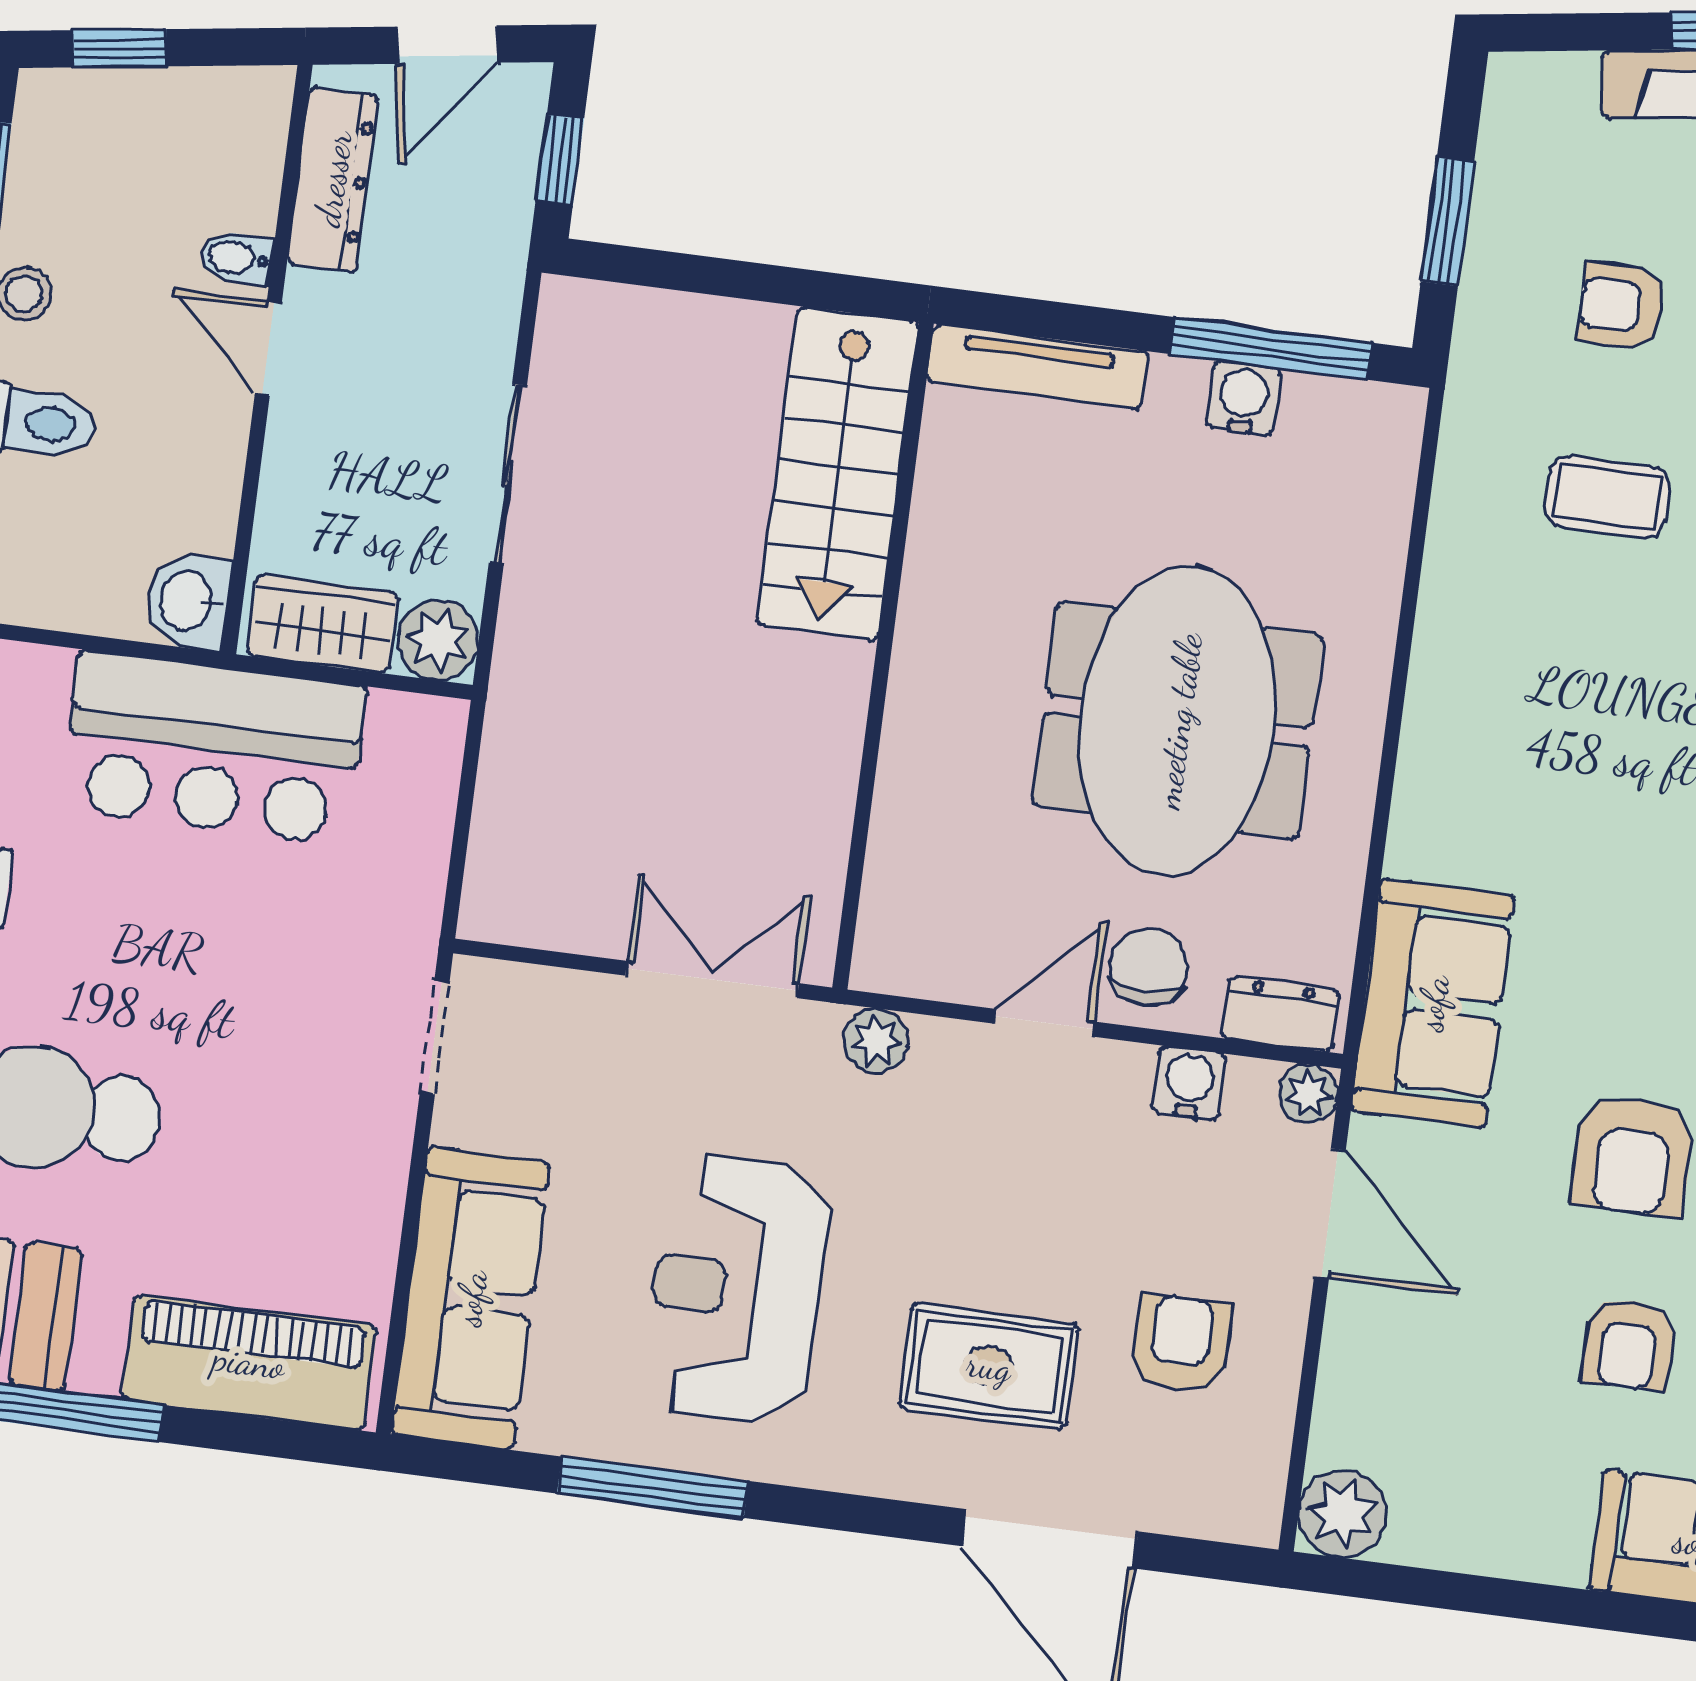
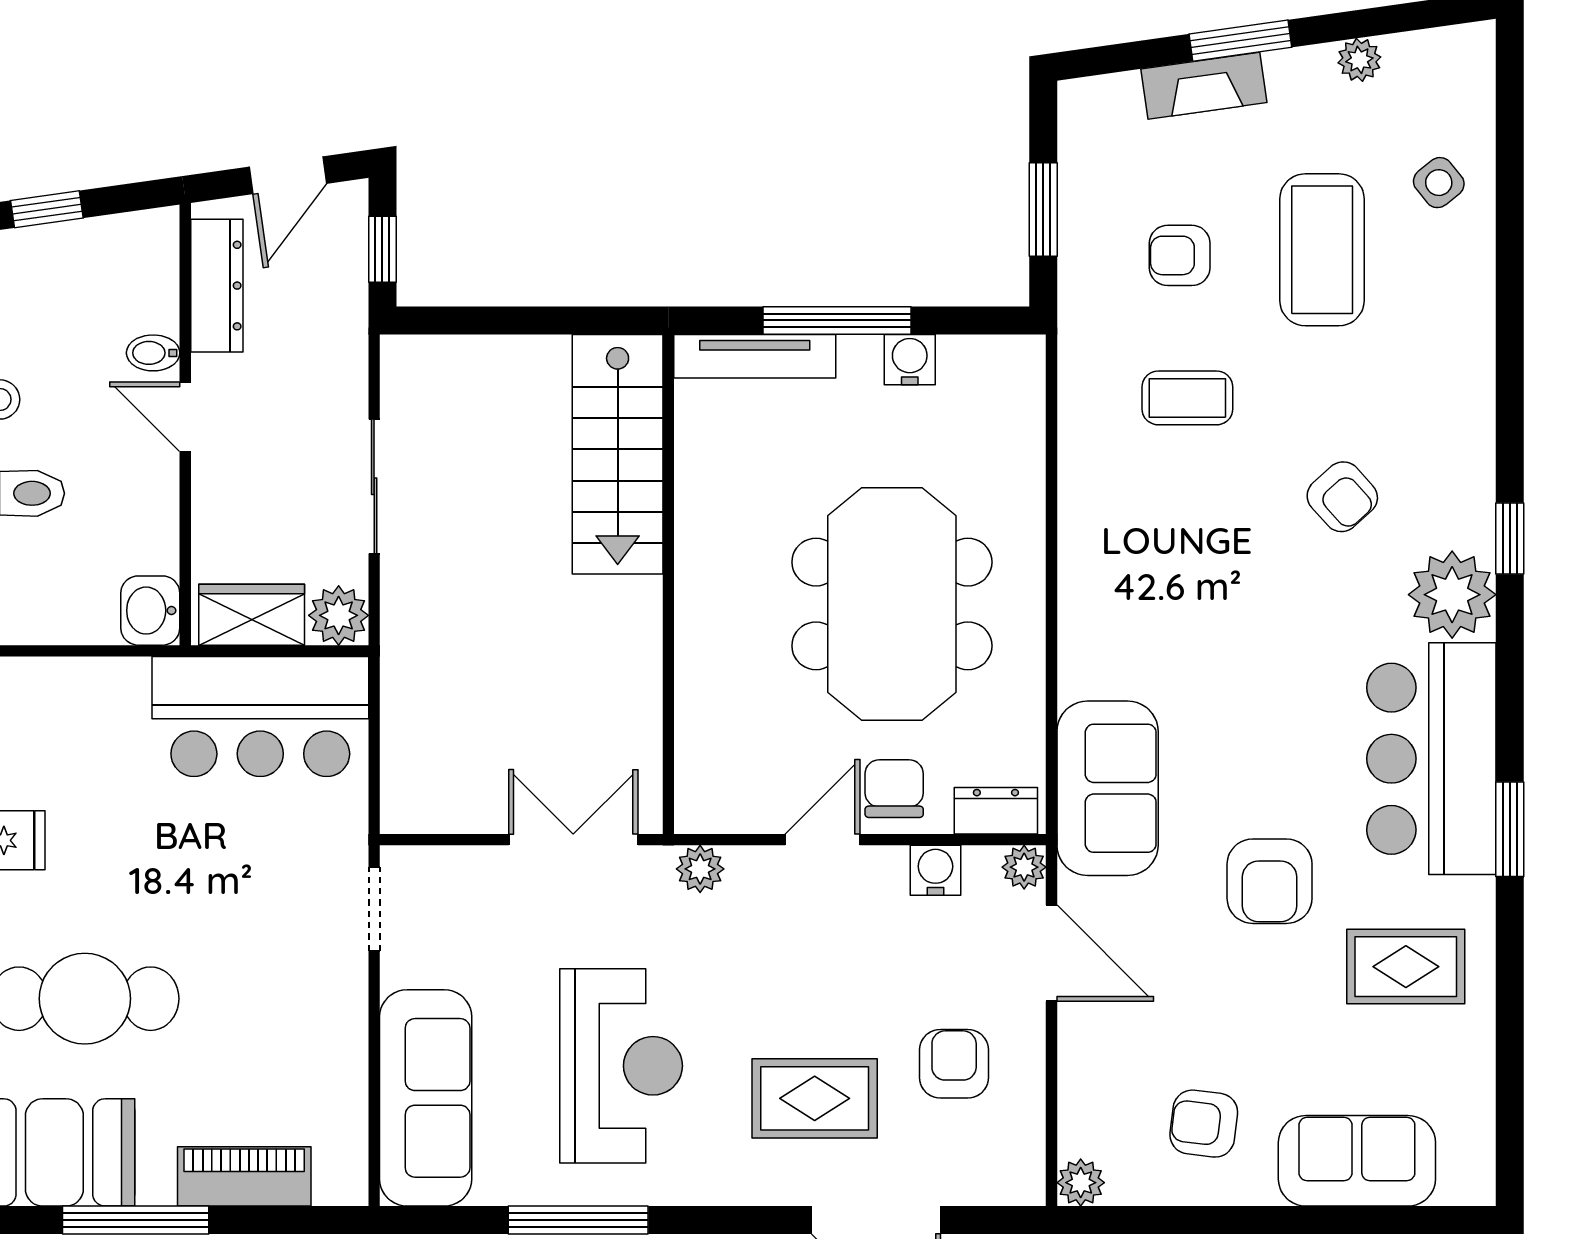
window: (1271, 348) -> (837, 320), moved
bar counter: (213, 748) -> (260, 717), moved
reception desk: (737, 1289) -> (621, 1066), turned 180
armchair: (1629, 1344) -> (1204, 1124), moved, turned 97
piano: (249, 1362) -> (244, 1176), width x0.73, depth x0.75
plant: (1342, 1514) -> (1081, 1183), width x0.73, depth x0.73

